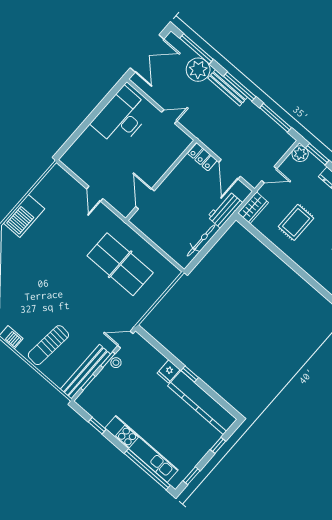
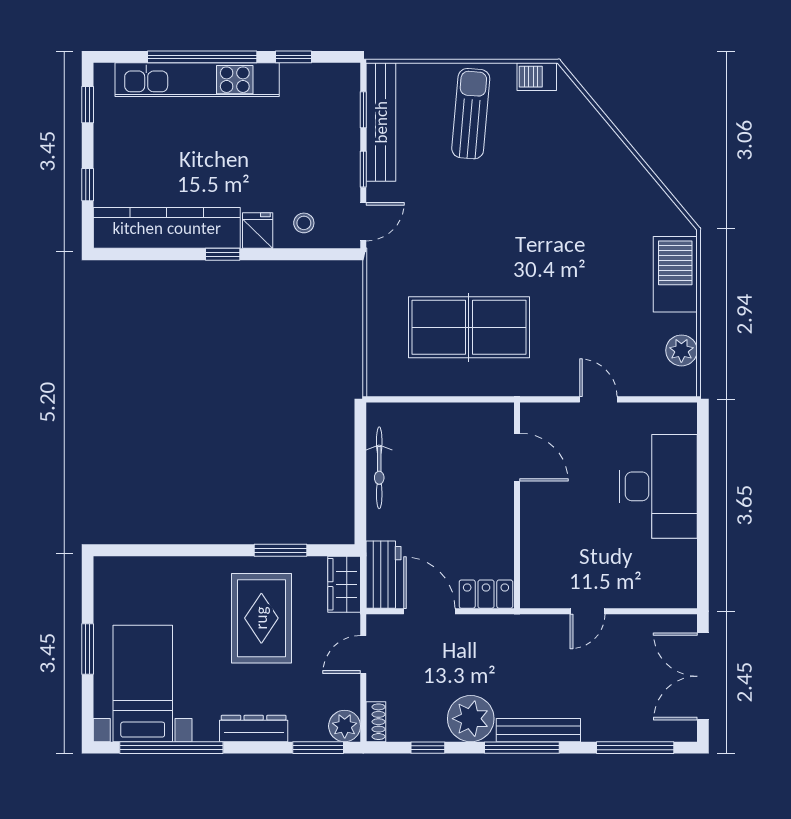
plant: (198, 70) -> (471, 719), moved
desk: (121, 117) -> (658, 486), moved
window: (276, 118) -> (428, 748), width x0.46
shoe rack: (287, 145) -> (376, 722), added
plant: (47, 185) -> (681, 350), added
workbench: (225, 210) -> (384, 575), moved
rug: (296, 222) -> (261, 618), width x1.36, depth x1.43
window: (266, 242) -> (281, 550), added
stool: (116, 363) -> (304, 223), moved
window: (147, 469) -> (202, 57), moved

